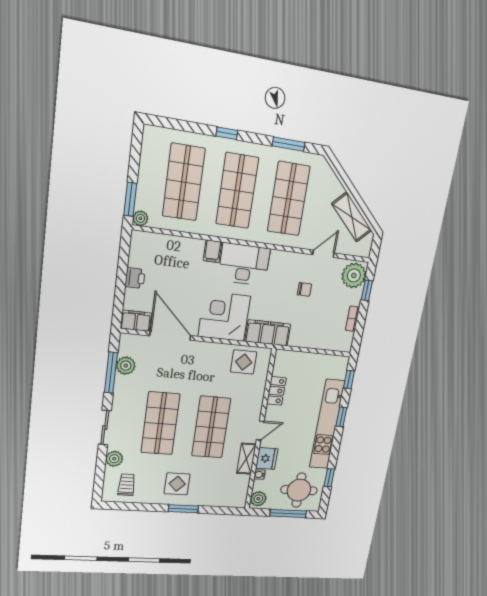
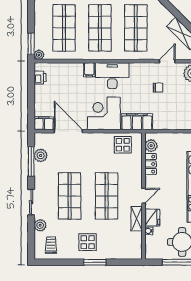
printer: (135, 278) -> (40, 77), moved
plant: (258, 499) -> (151, 146), moved

